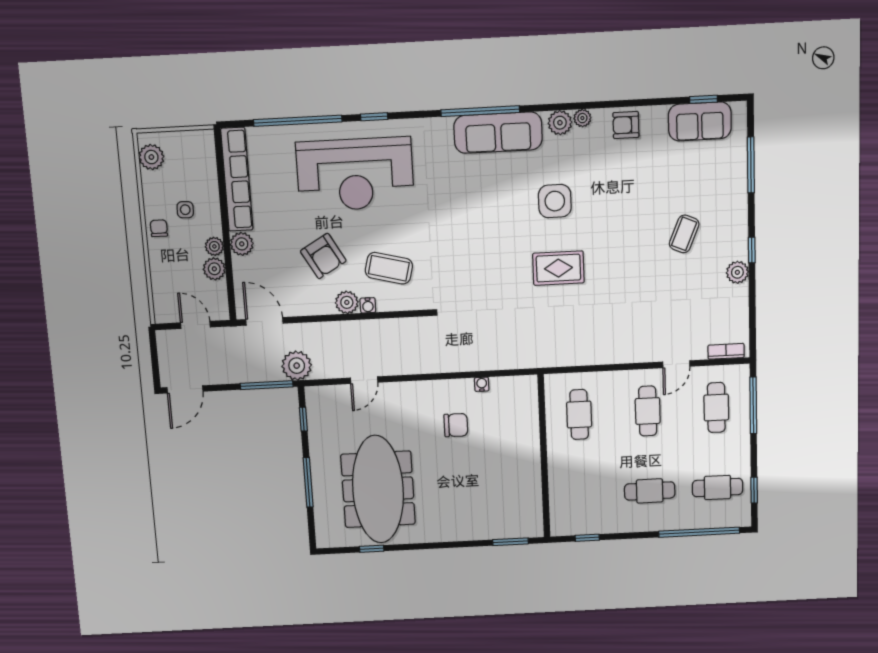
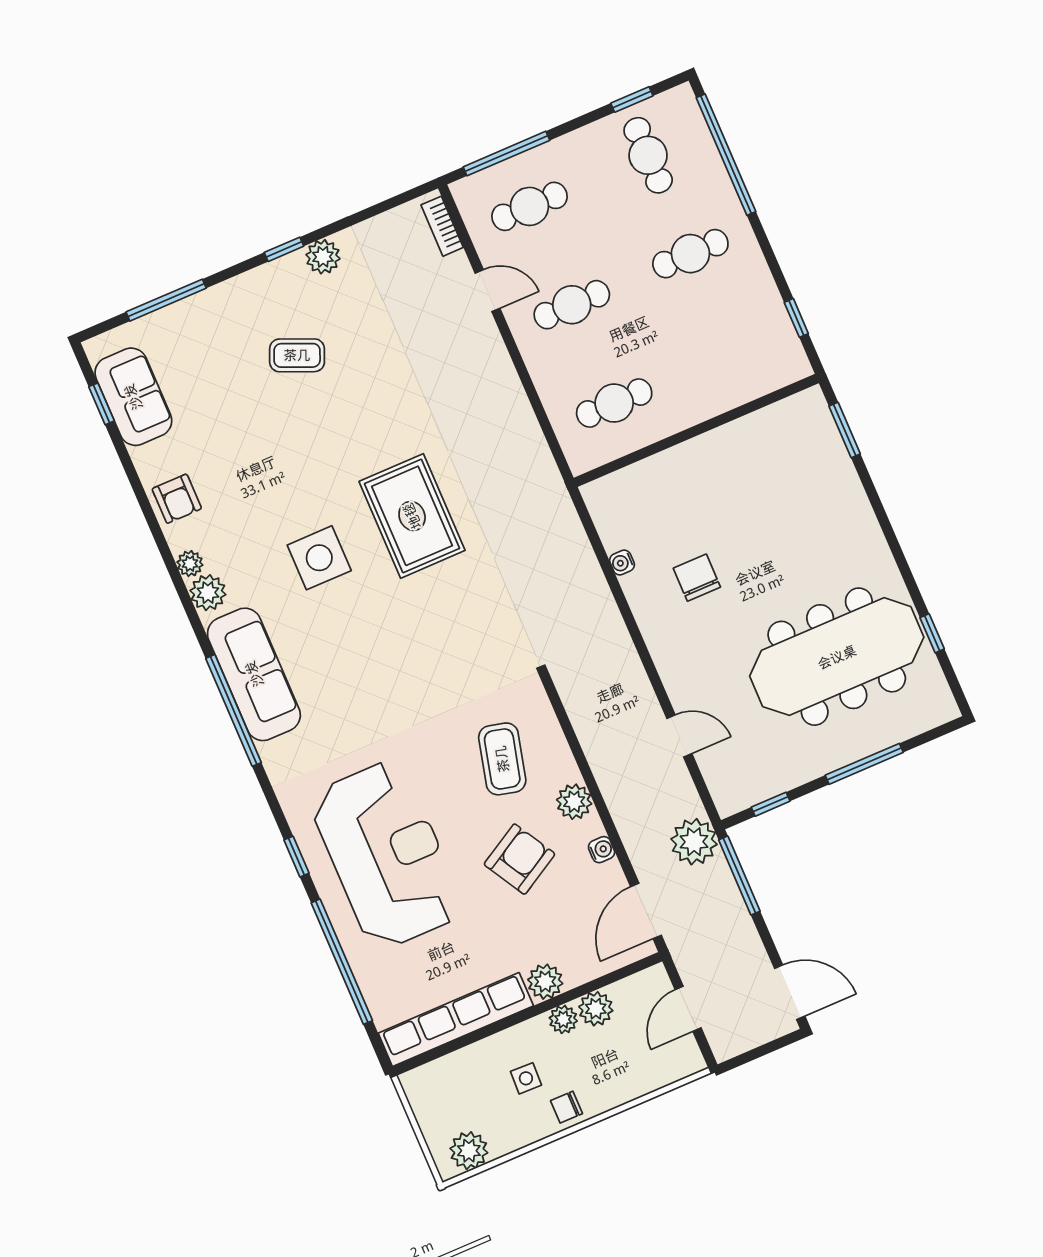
rug: (558, 268) -> (412, 516), width x1.36, depth x1.43
water cooler: (368, 305) -> (602, 850), moved
cafe table: (650, 491) -> (690, 254), turned 90

